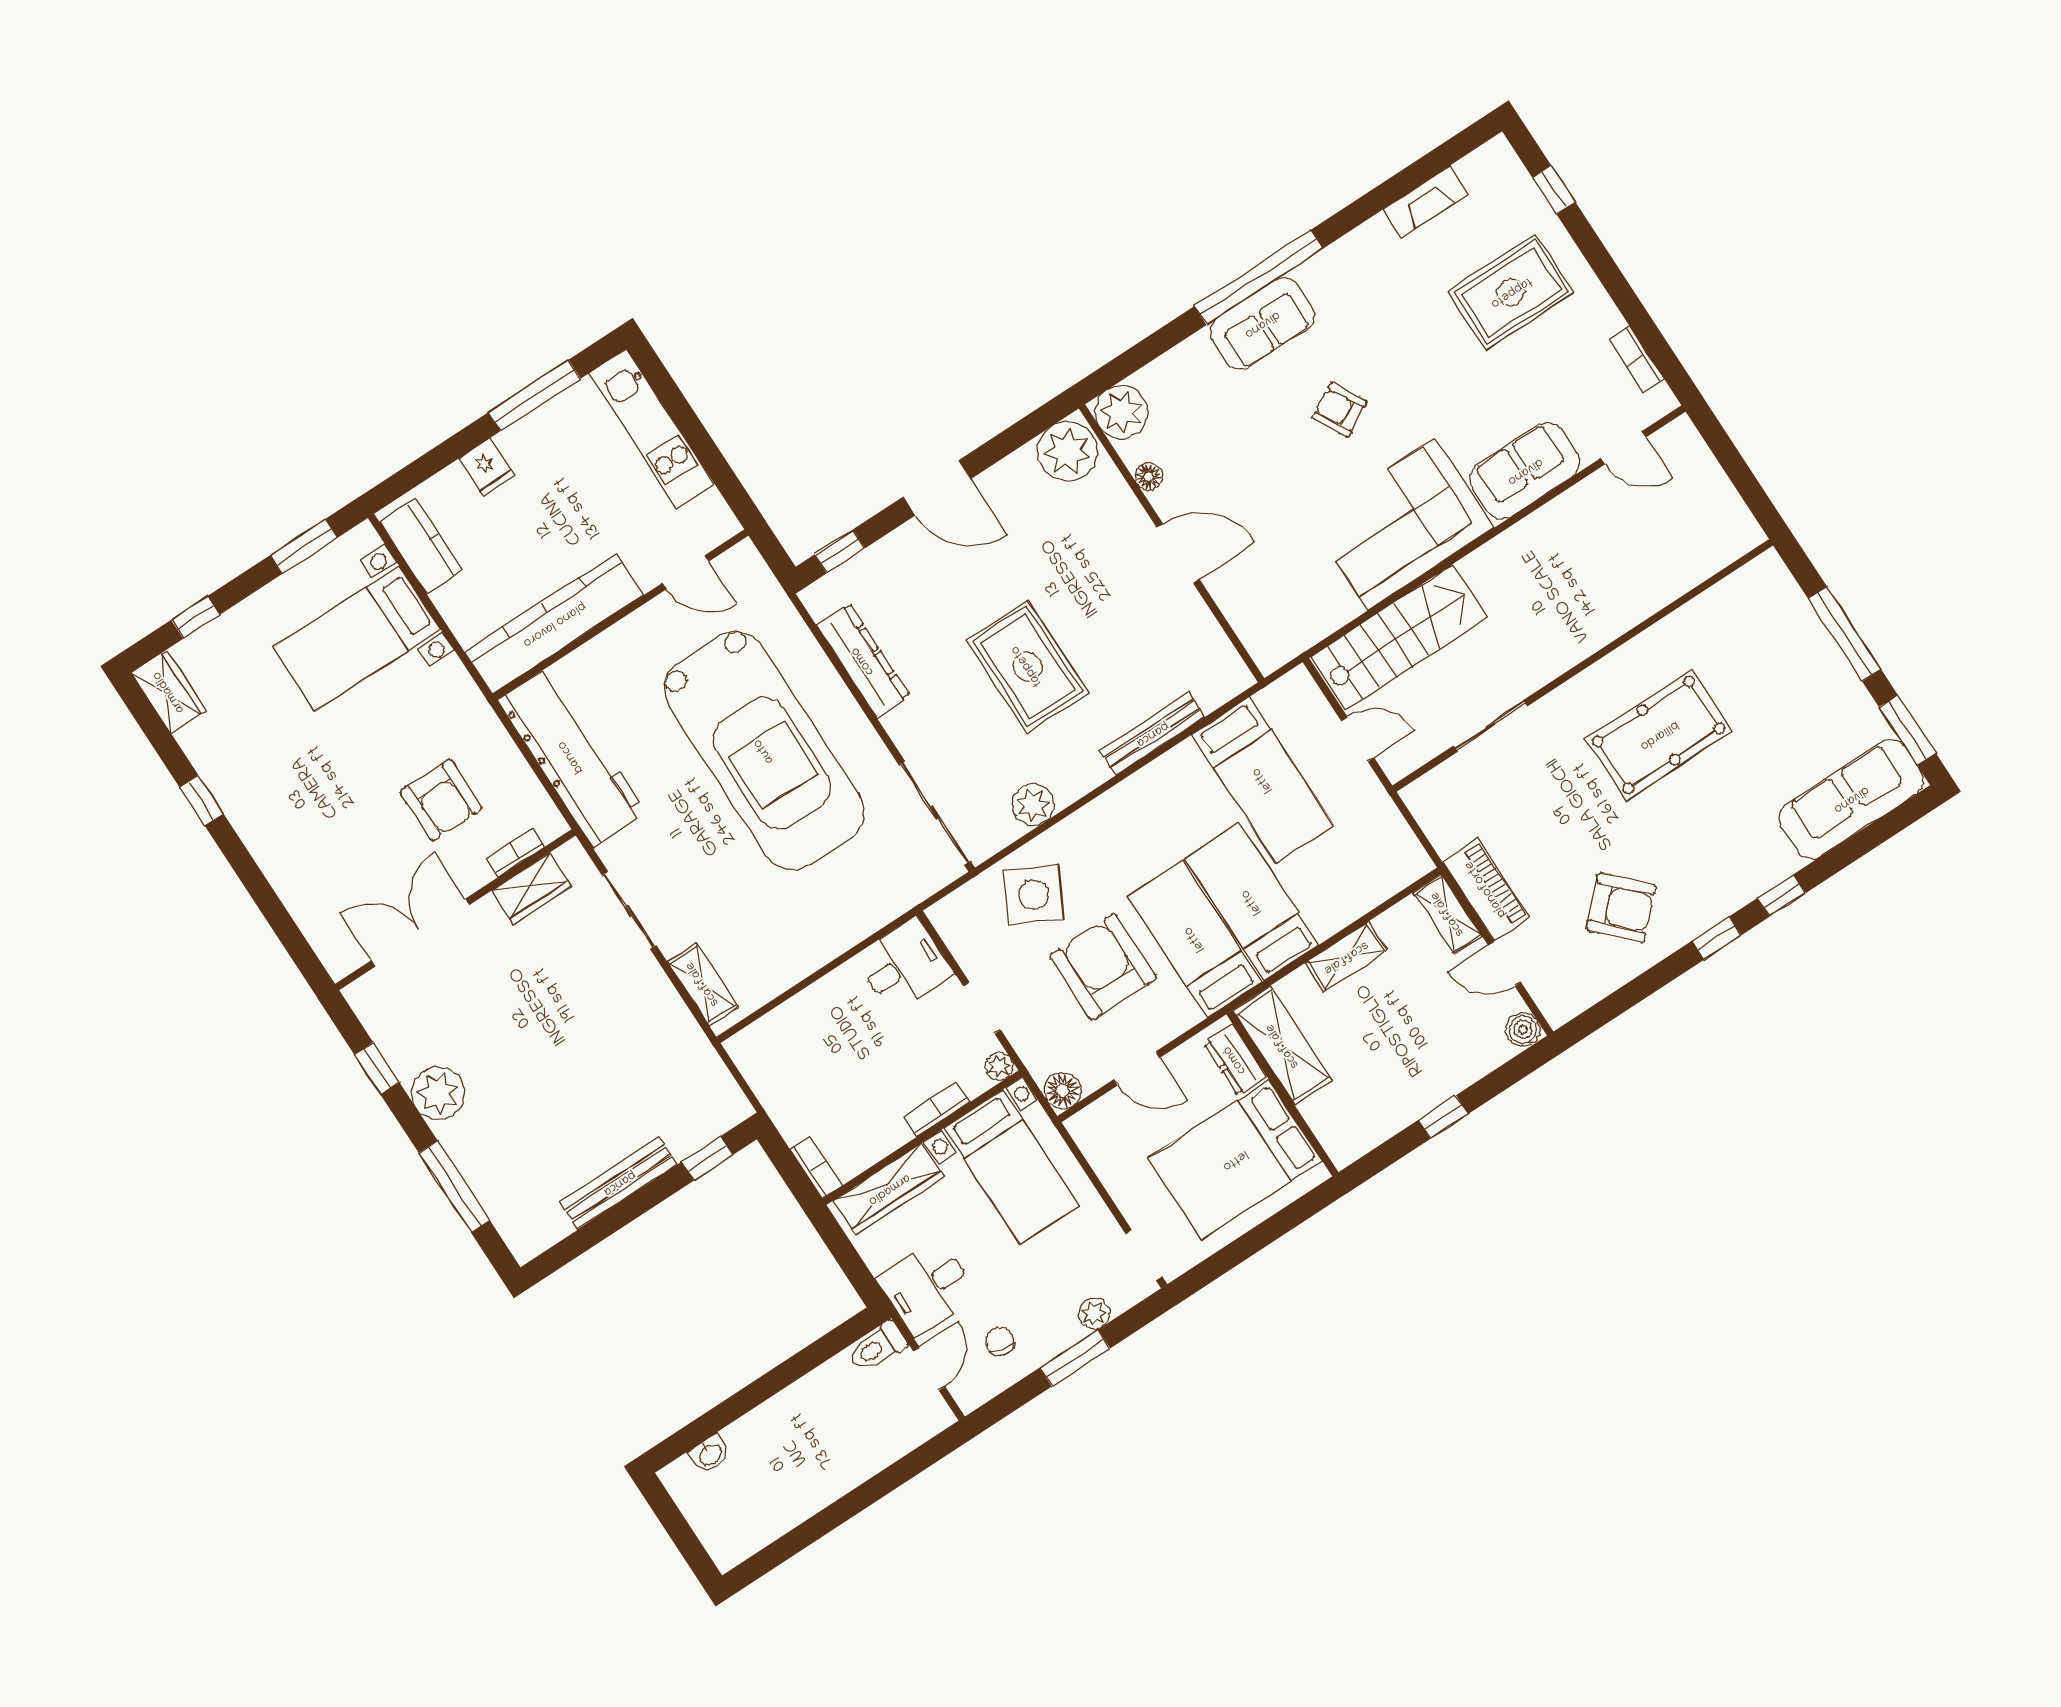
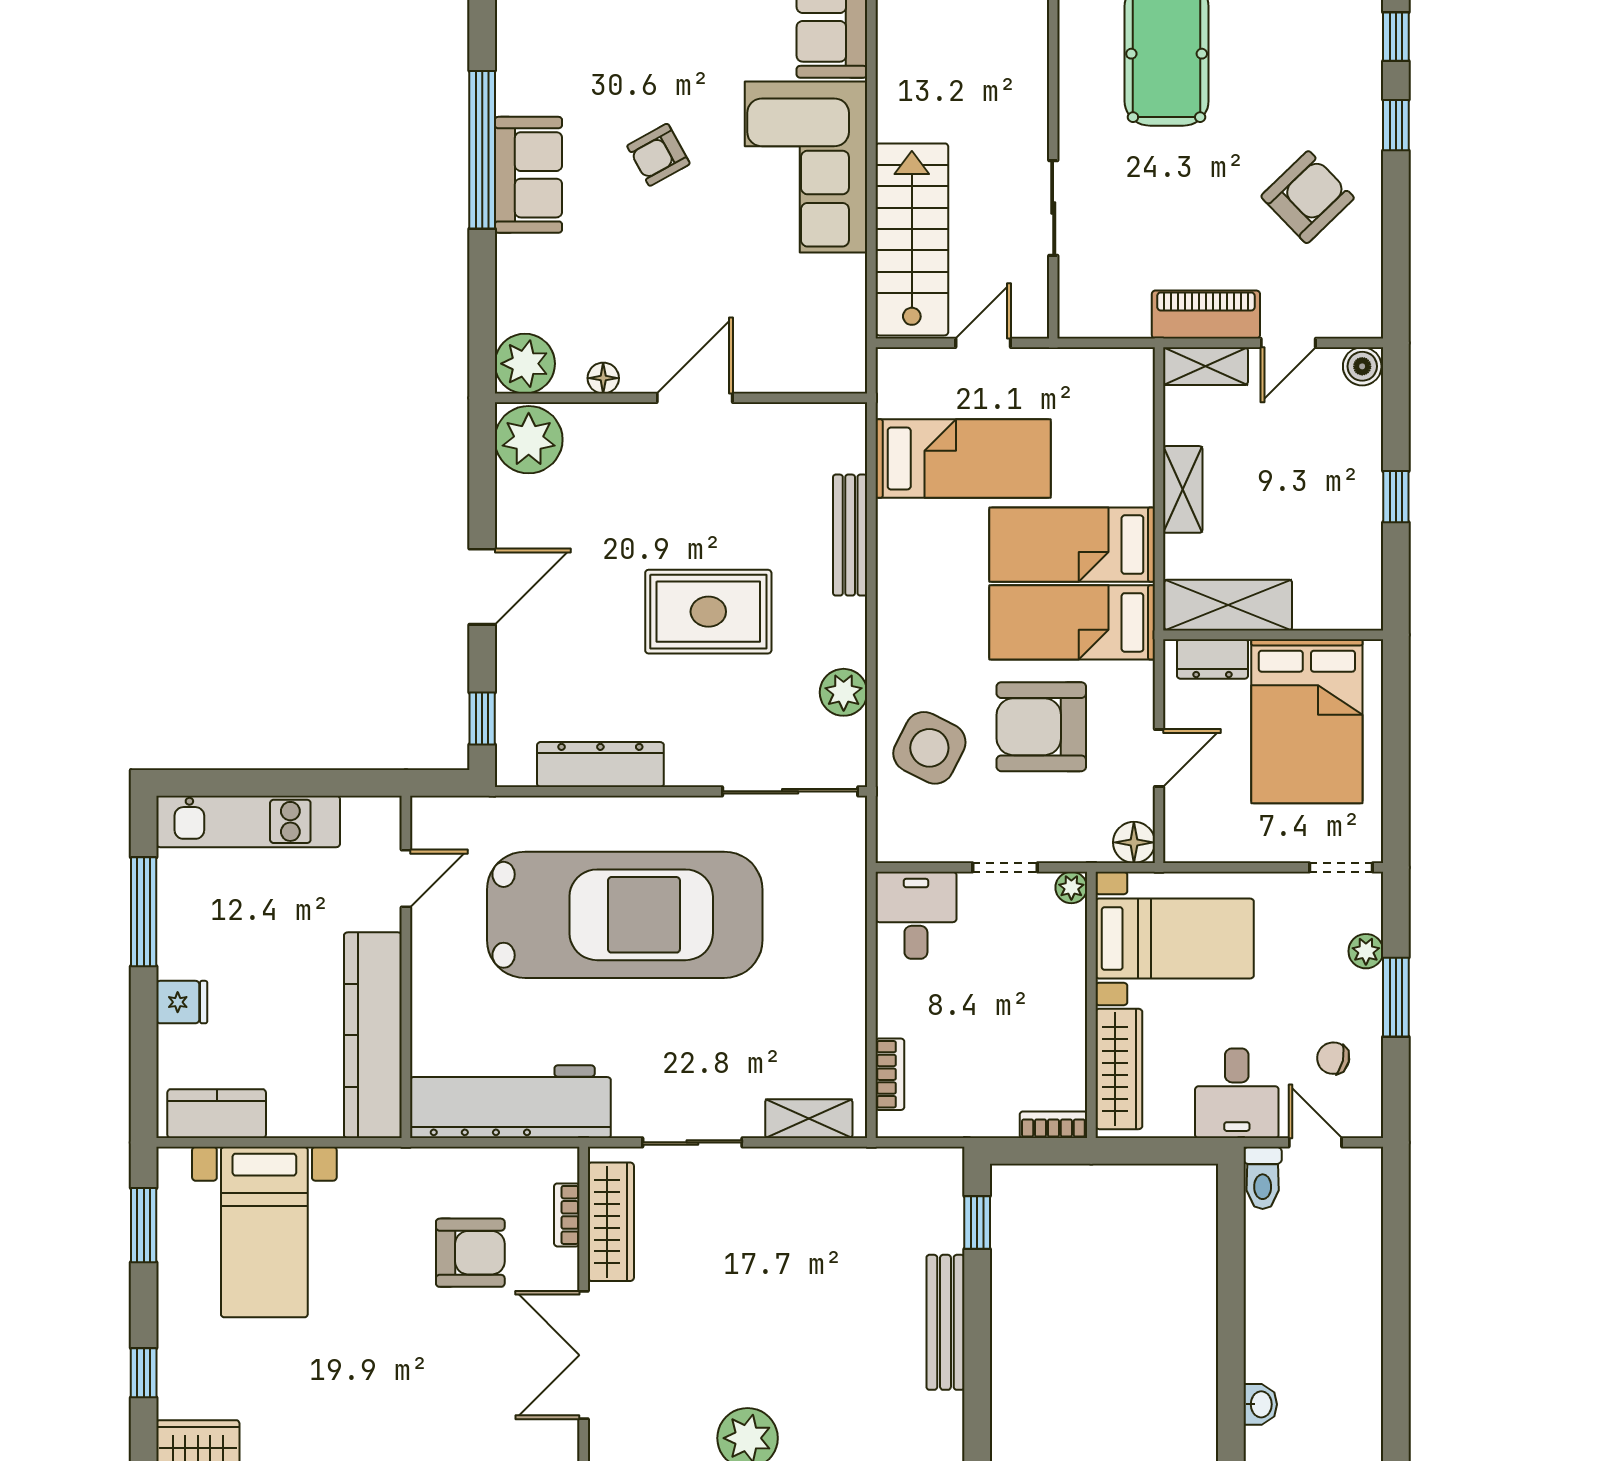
wardrobe: (532, 888) -> (611, 1222), width x1.50
bookcase: (937, 1109) -> (890, 1074), moved, turned 180

